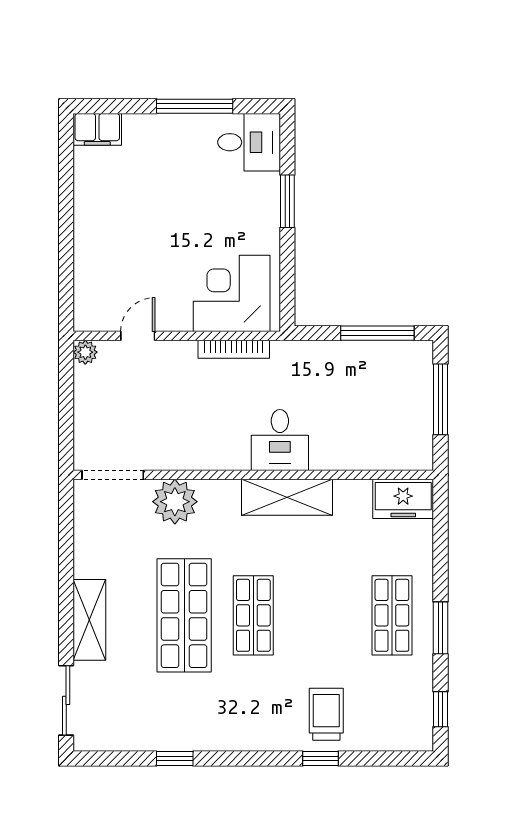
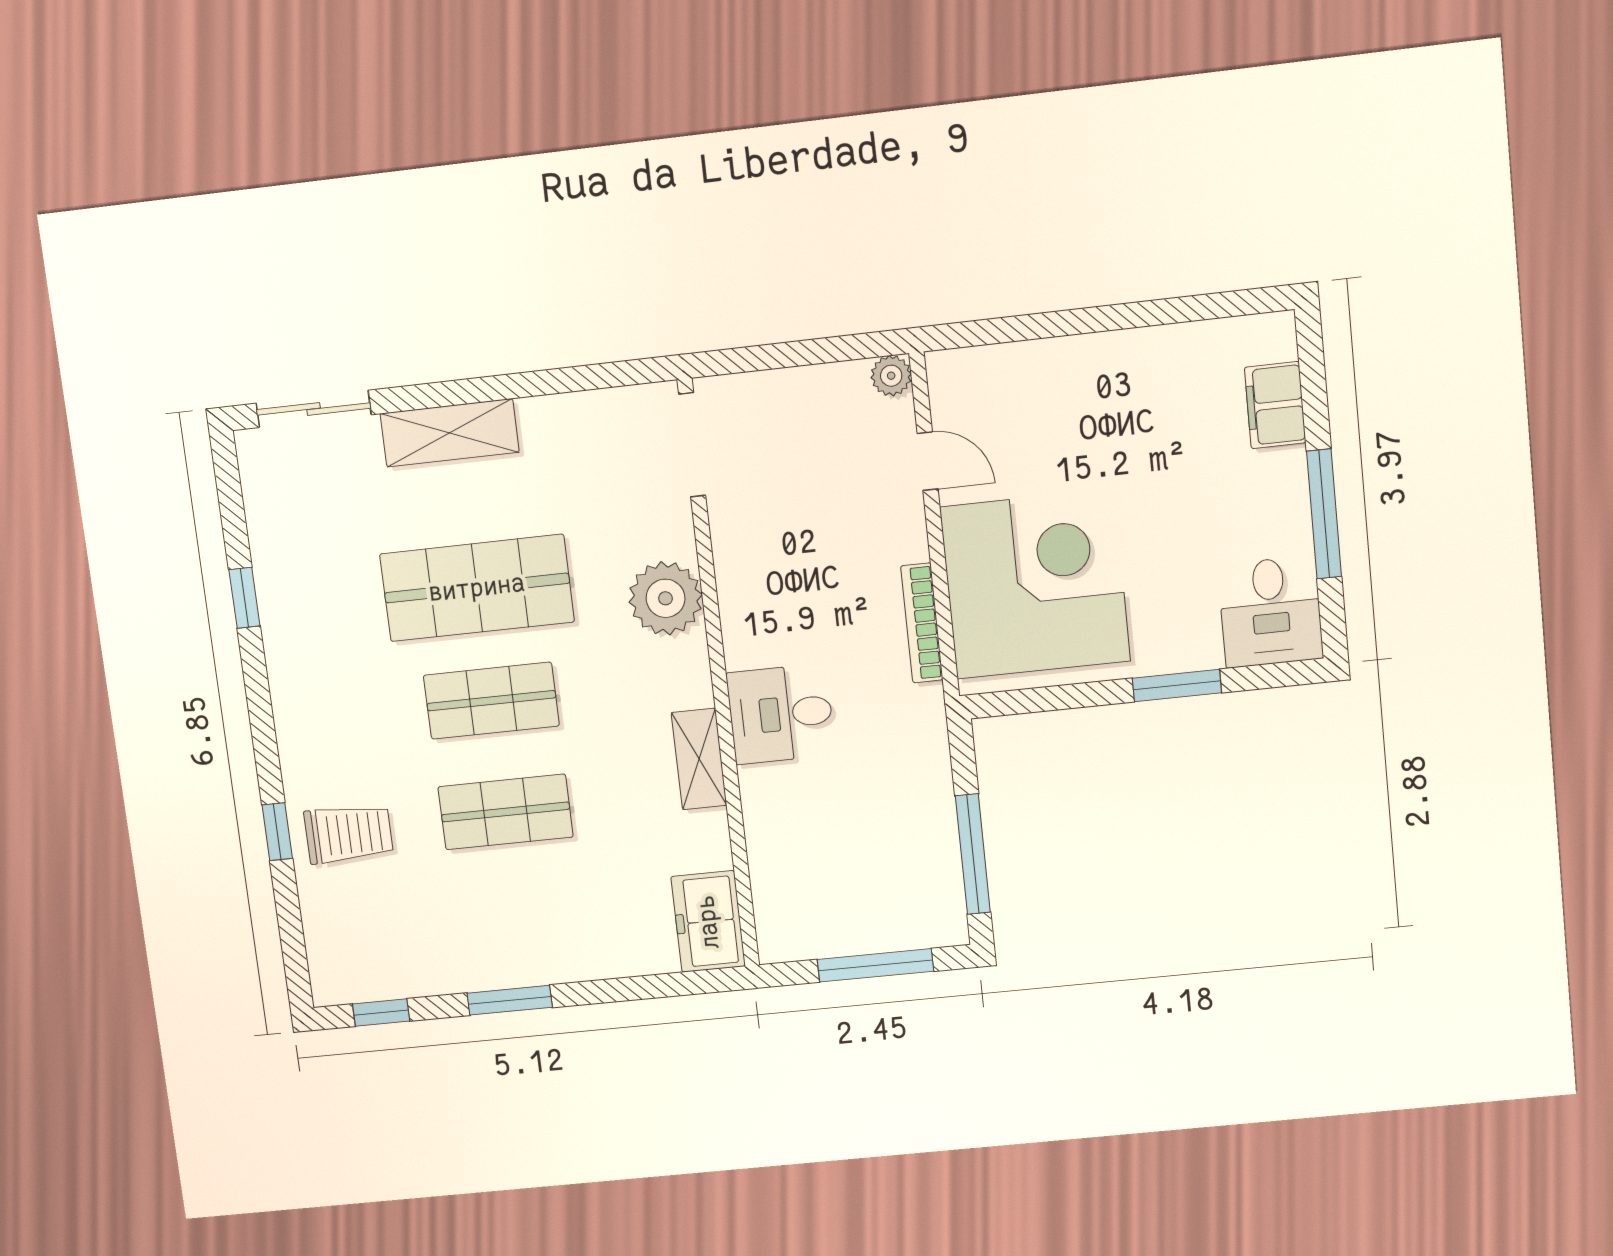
filing cabinet: (97, 129) -> (1275, 405), moved
corner desk: (232, 293) -> (1035, 584), width x1.36, depth x1.36
shelving: (287, 497) -> (699, 759), width x0.67, depth x0.75
plant: (175, 502) -> (666, 598), moved
shop shelf: (392, 615) -> (505, 812), moved

